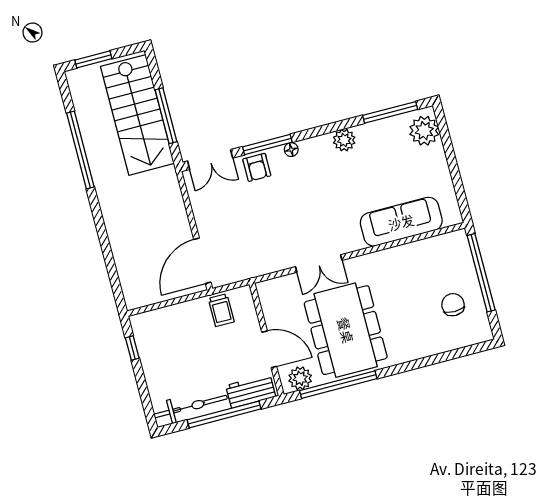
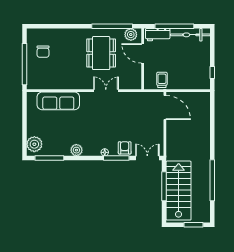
door: (202, 261) -> (165, 108), hinge flipped
dining table: (346, 330) -> (101, 53), width x0.73, depth x0.80

